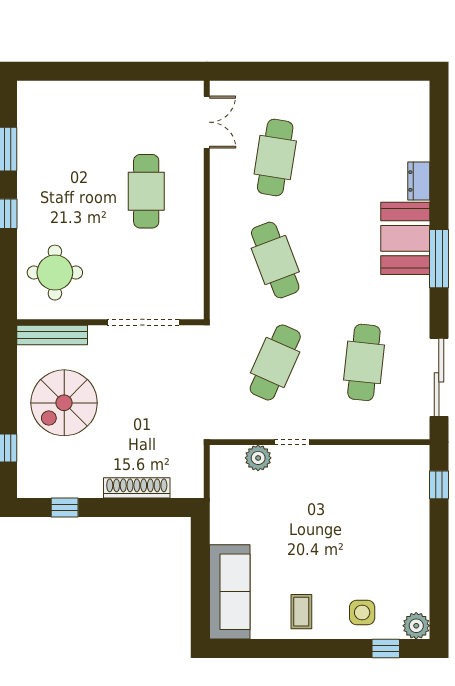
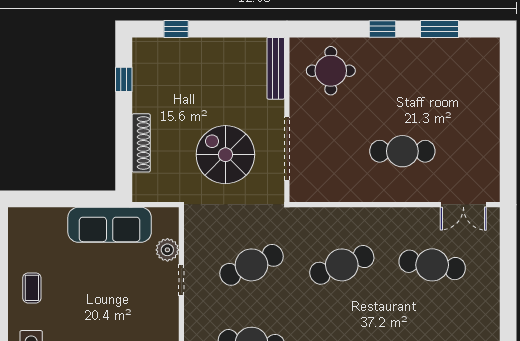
cafe table: (275, 362) -> (252, 265), turned -48
spiral stairs: (64, 403) -> (225, 155), moved
sofa: (230, 592) -> (110, 225), moved
coffee table: (301, 612) -> (32, 288), turned 90

